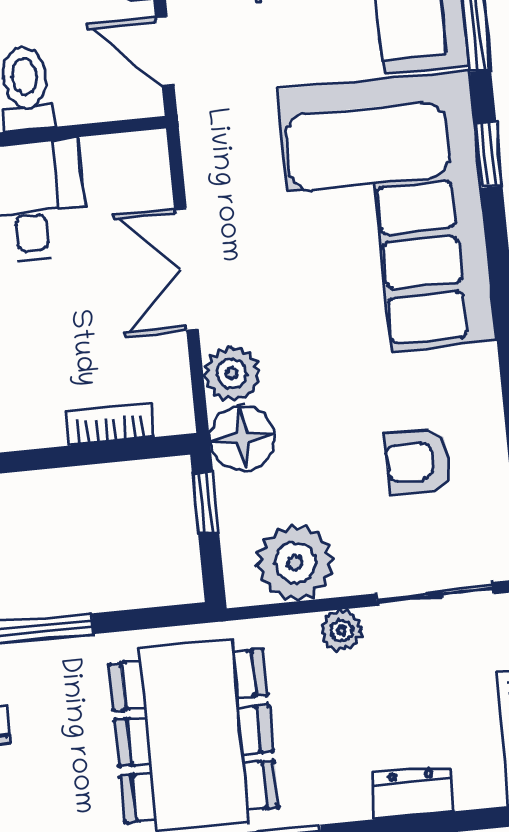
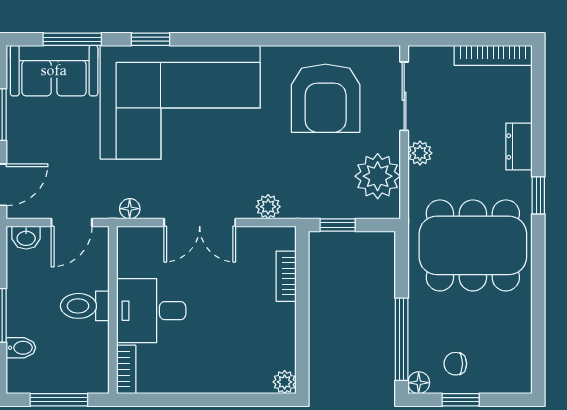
plant: (232, 374) -> (268, 207), width x0.73, depth x0.73
floor lamp: (242, 438) -> (130, 209), moved, width x0.53, depth x0.53
armchair: (419, 461) -> (326, 98), width x1.88, depth x1.88
dresser: (412, 793) -> (519, 146), moved

